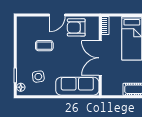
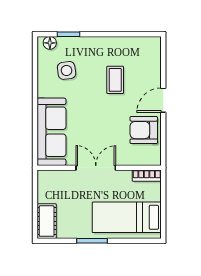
door: (57, 15) -> (163, 100), hinge flipped
armchair: (76, 27) -> (144, 130), turned -90
double door: (100, 58) -> (96, 168), width x0.73

